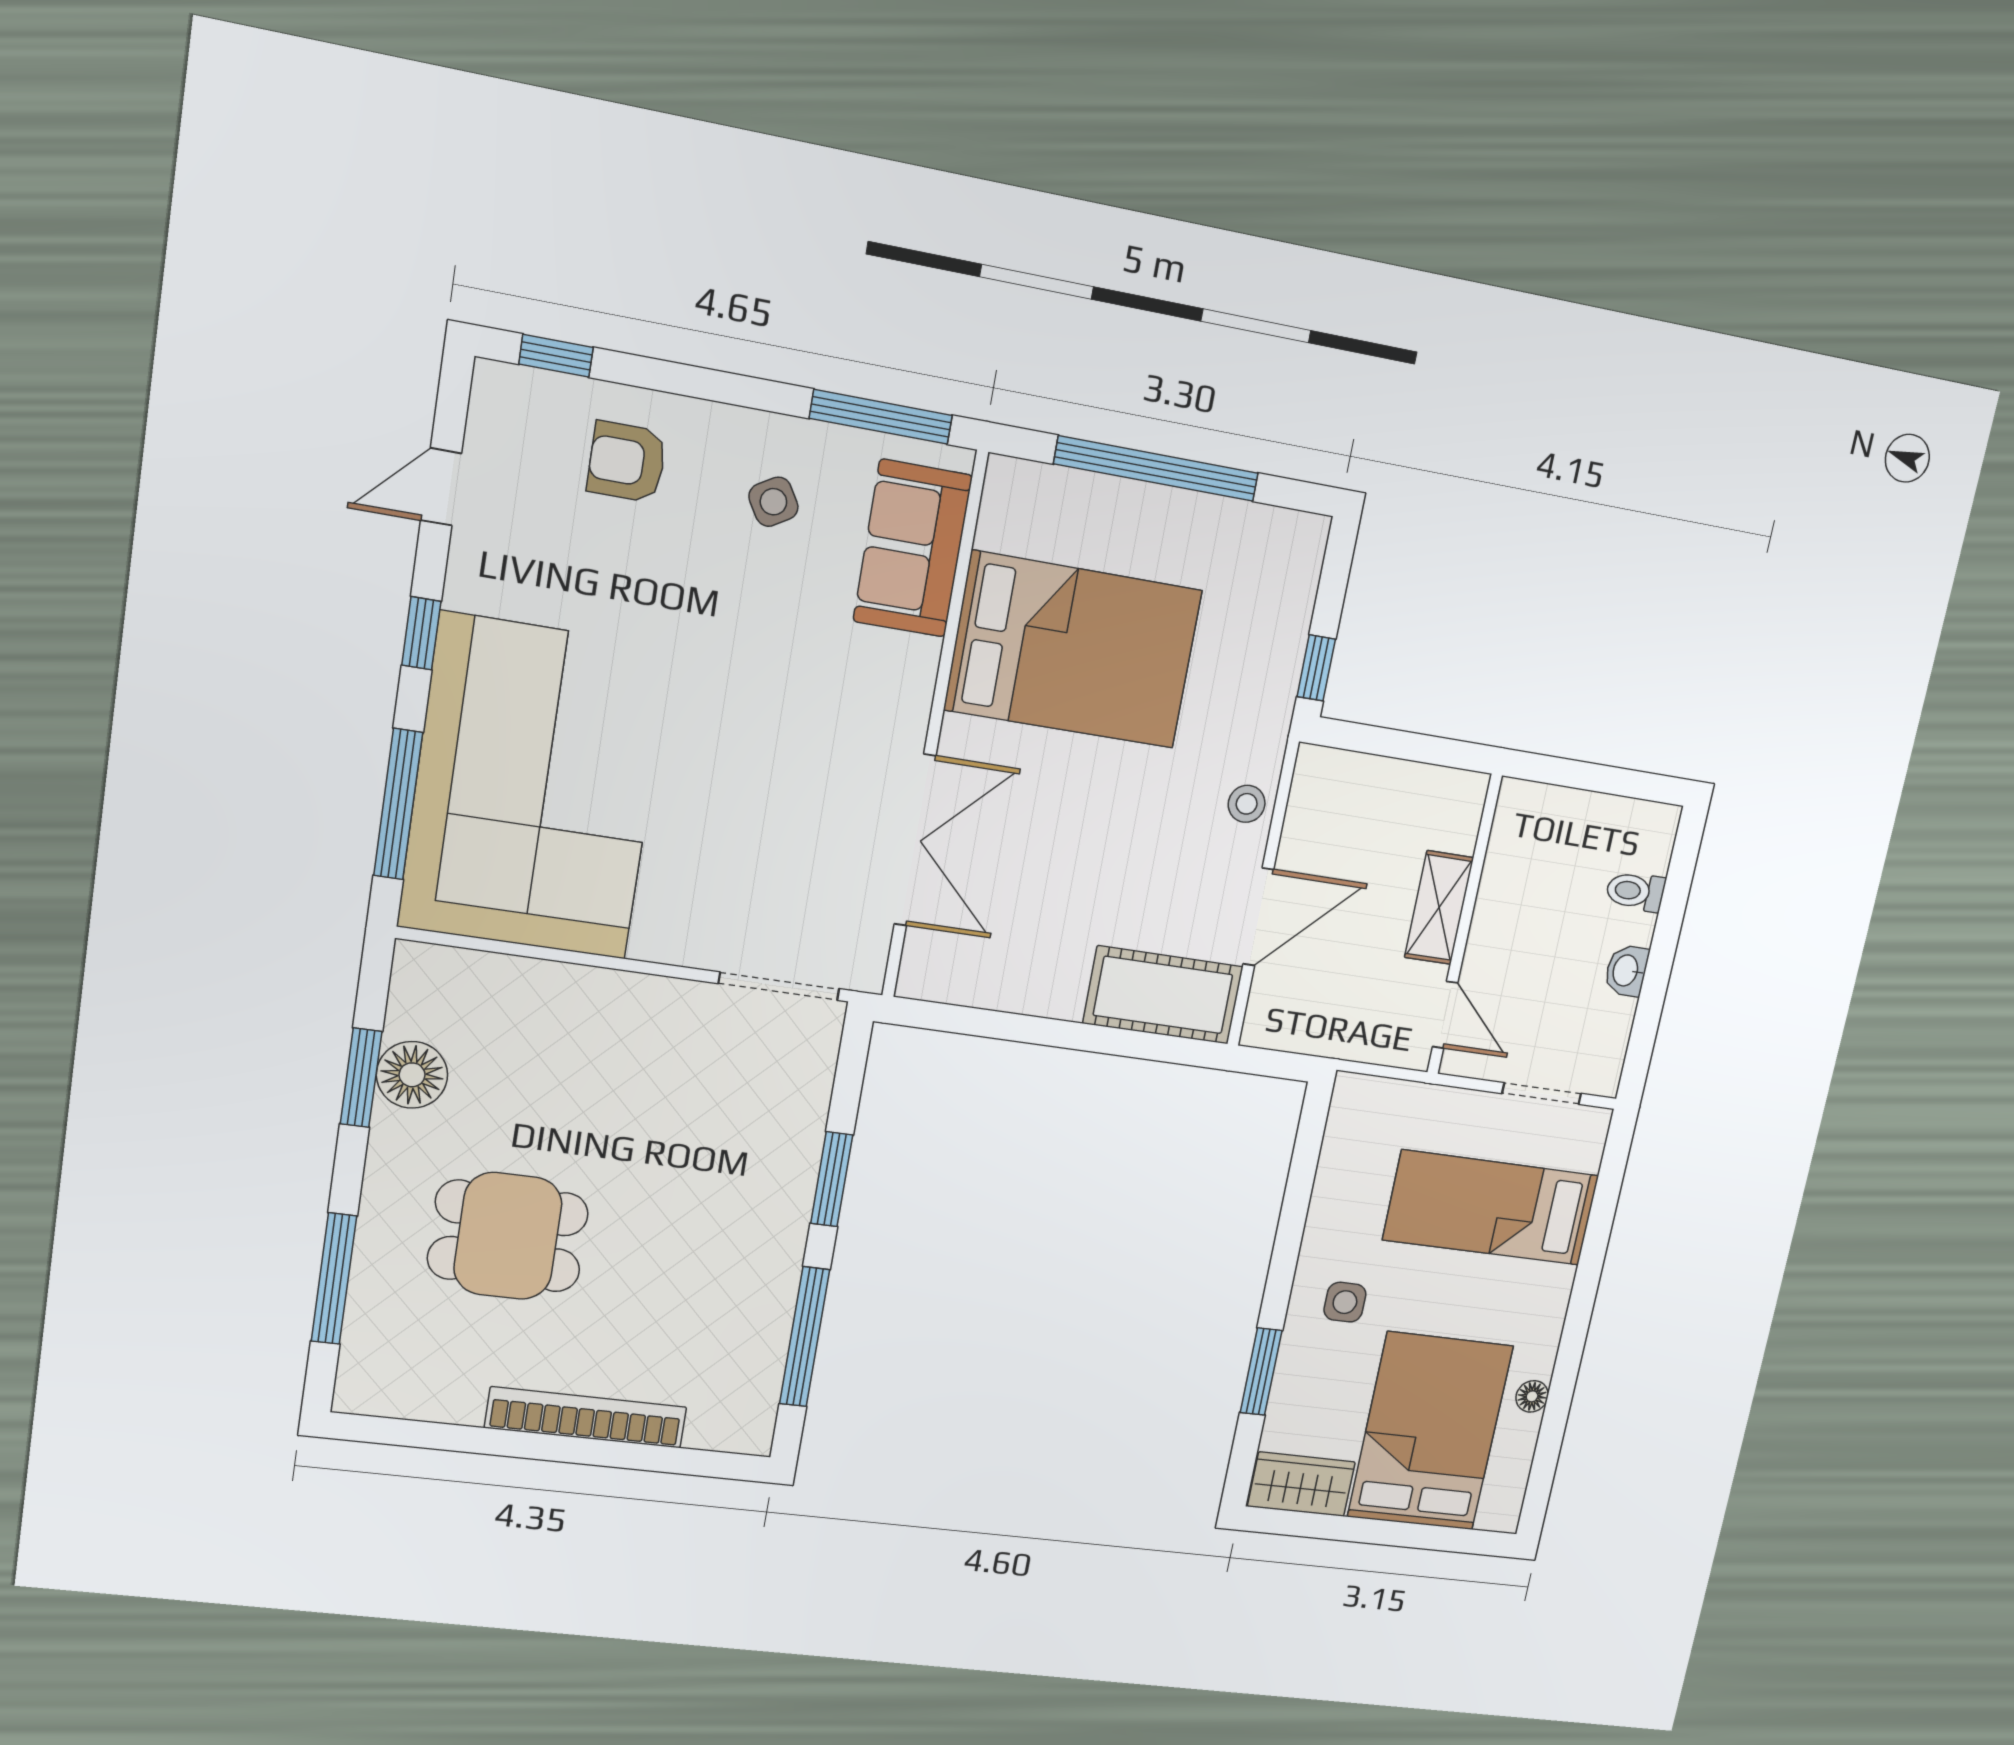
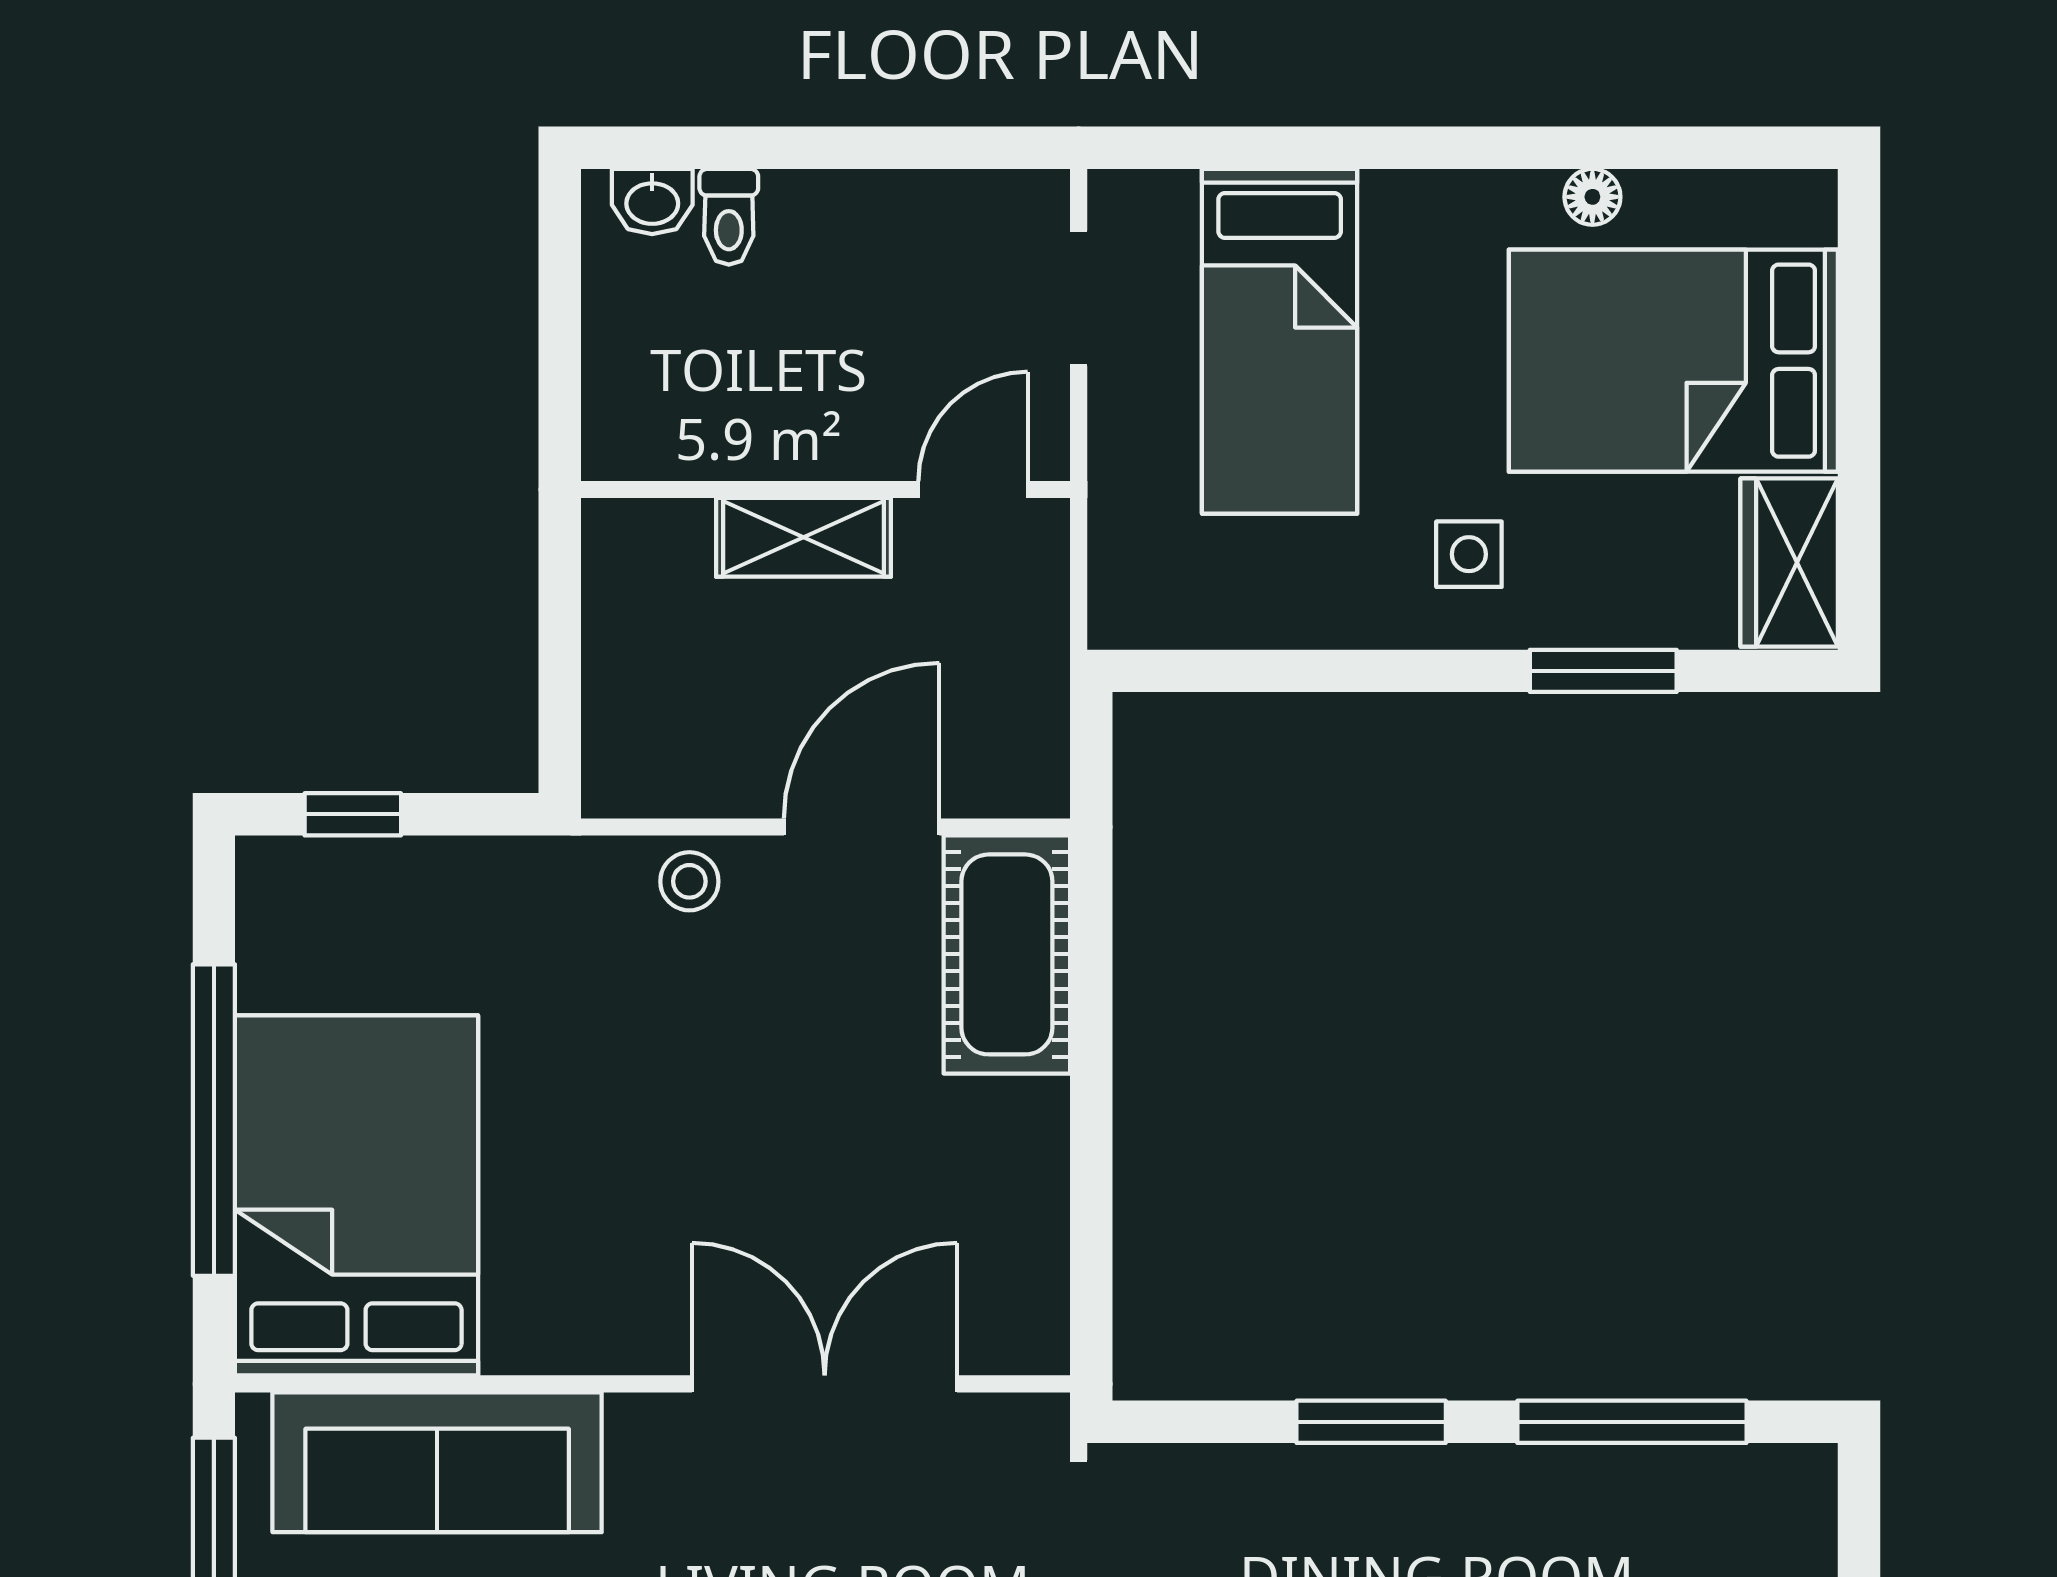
sofa: (913, 548) -> (437, 1462), width x1.36
bed: (1073, 650) -> (356, 1195), moved
window: (1316, 668) -> (353, 814), moved
door: (1258, 917) -> (862, 827), hinge flipped
washbasin: (1626, 971) -> (652, 202), moved

